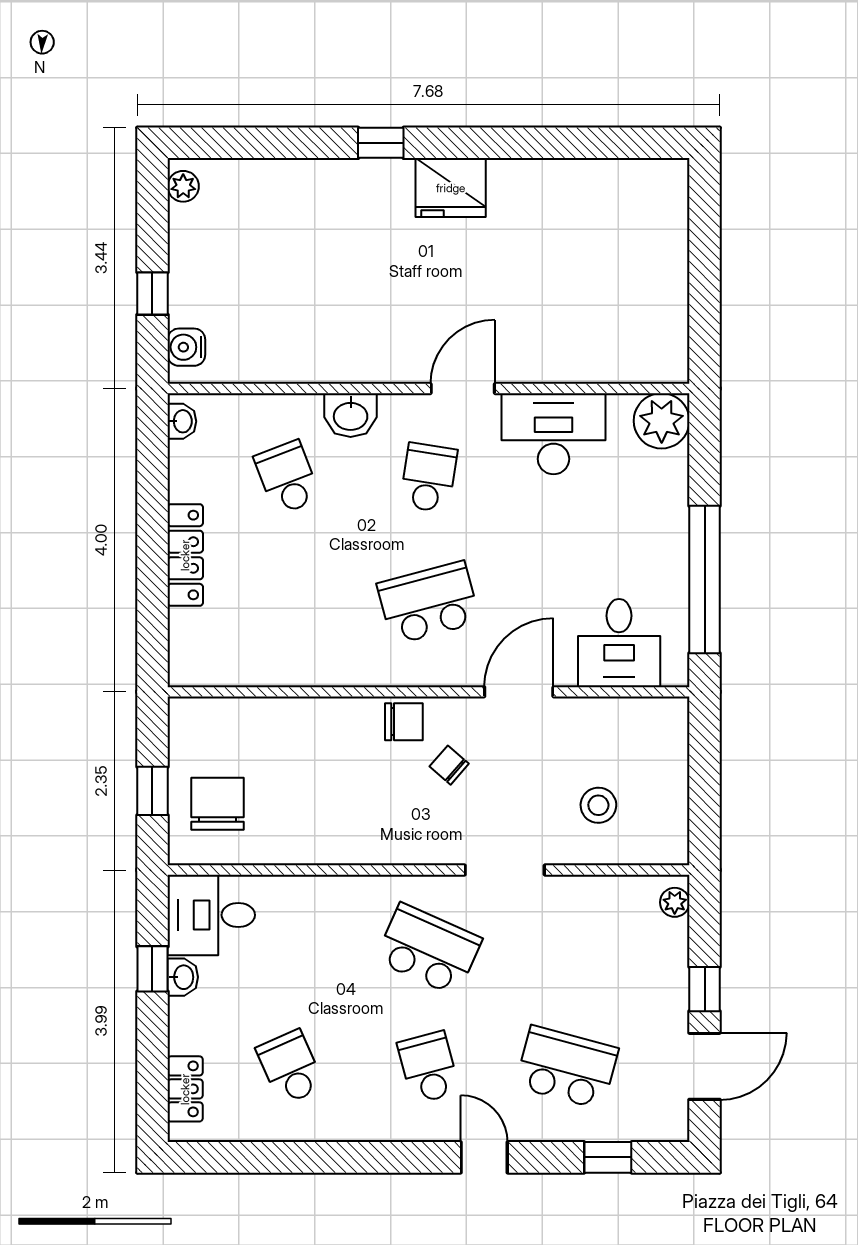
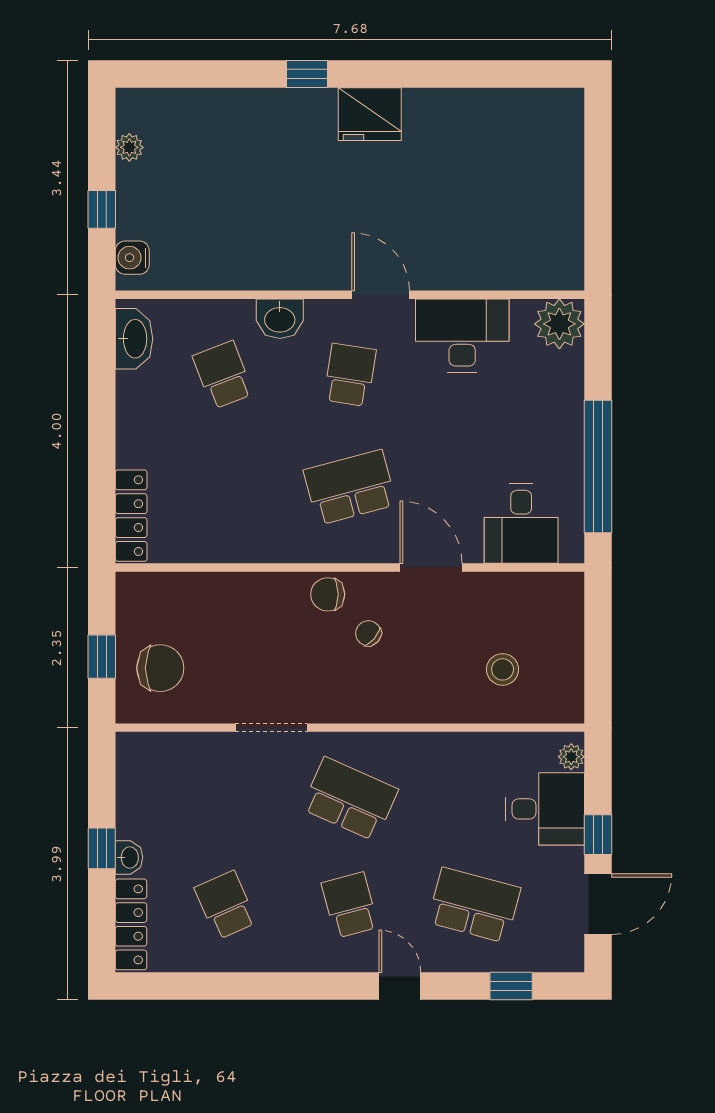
plant: (183, 186) -> (129, 147), moved
door: (463, 389) -> (381, 295), hinge flipped
washbasin: (182, 421) -> (134, 339), width x1.91, depth x1.45
locker: (185, 555) -> (131, 516), moved
door: (519, 692) -> (431, 567), hinge flipped
chair: (404, 722) -> (328, 594), turned 180
chair: (218, 804) -> (160, 668), turned 90
doorway: (505, 870) -> (271, 728), moved
desk: (211, 915) -> (545, 809), moved, turned 180
window: (152, 969) -> (102, 848), moved
washbasin: (183, 977) -> (129, 857), moved
locker: (185, 1089) -> (131, 924), width x1.53

